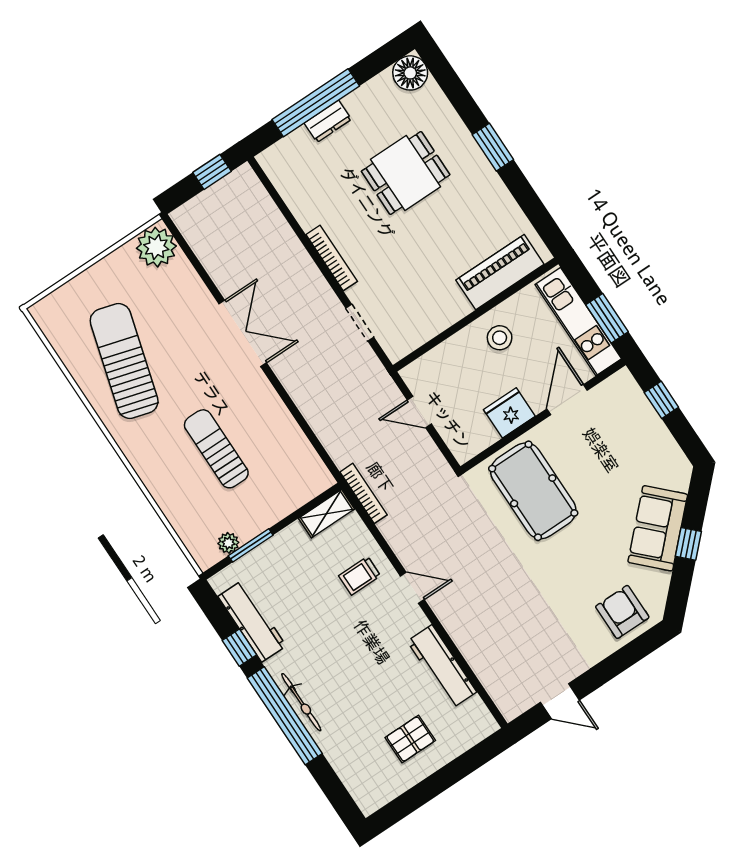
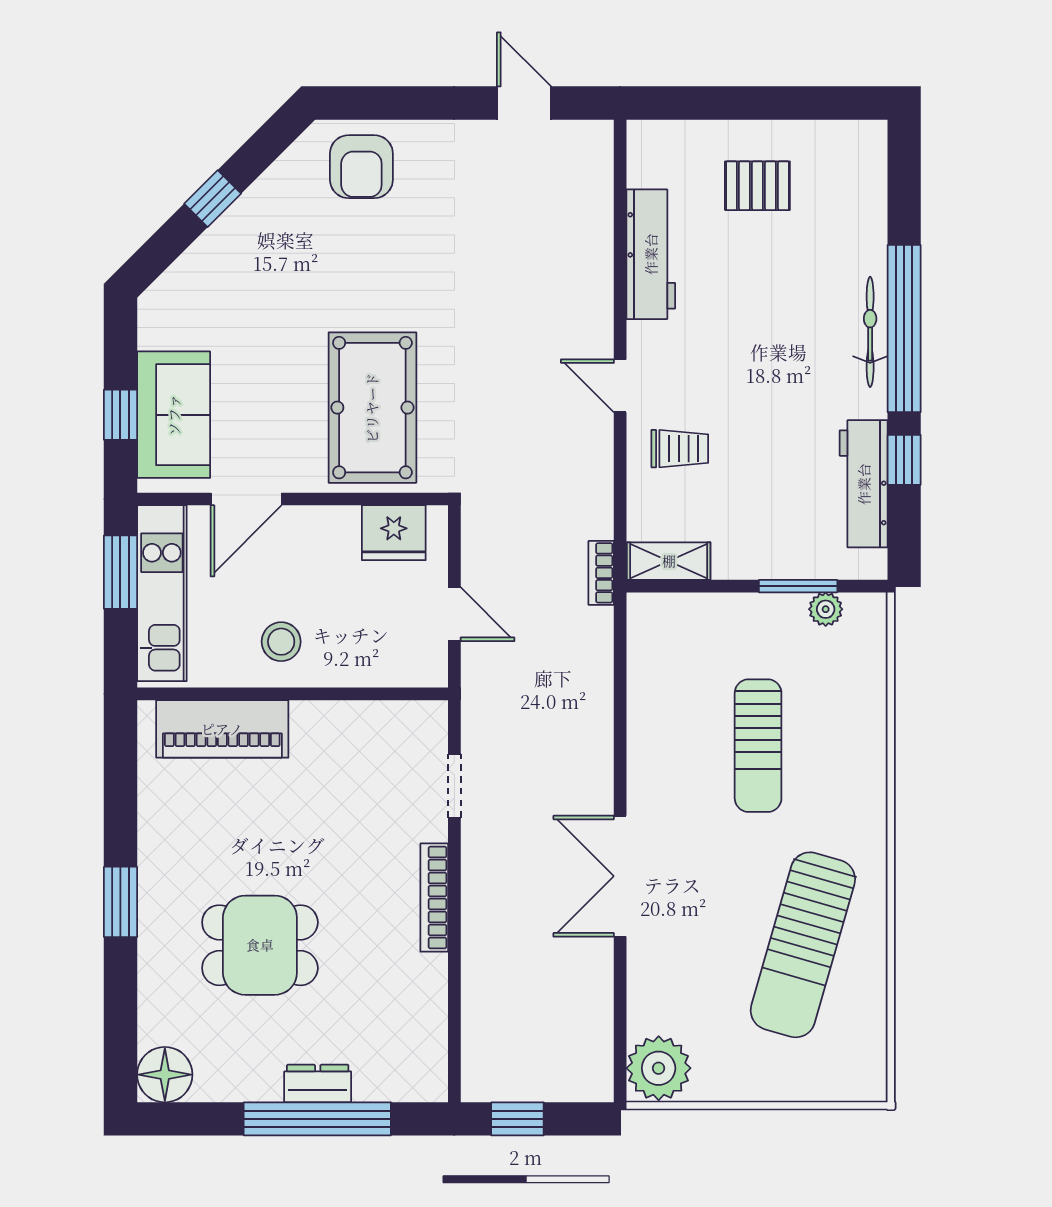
fridge: (509, 413) -> (394, 533), moved
bookcase: (364, 493) -> (601, 573), width x0.64
sofa: (658, 528) -> (174, 415), moved, turned -45

